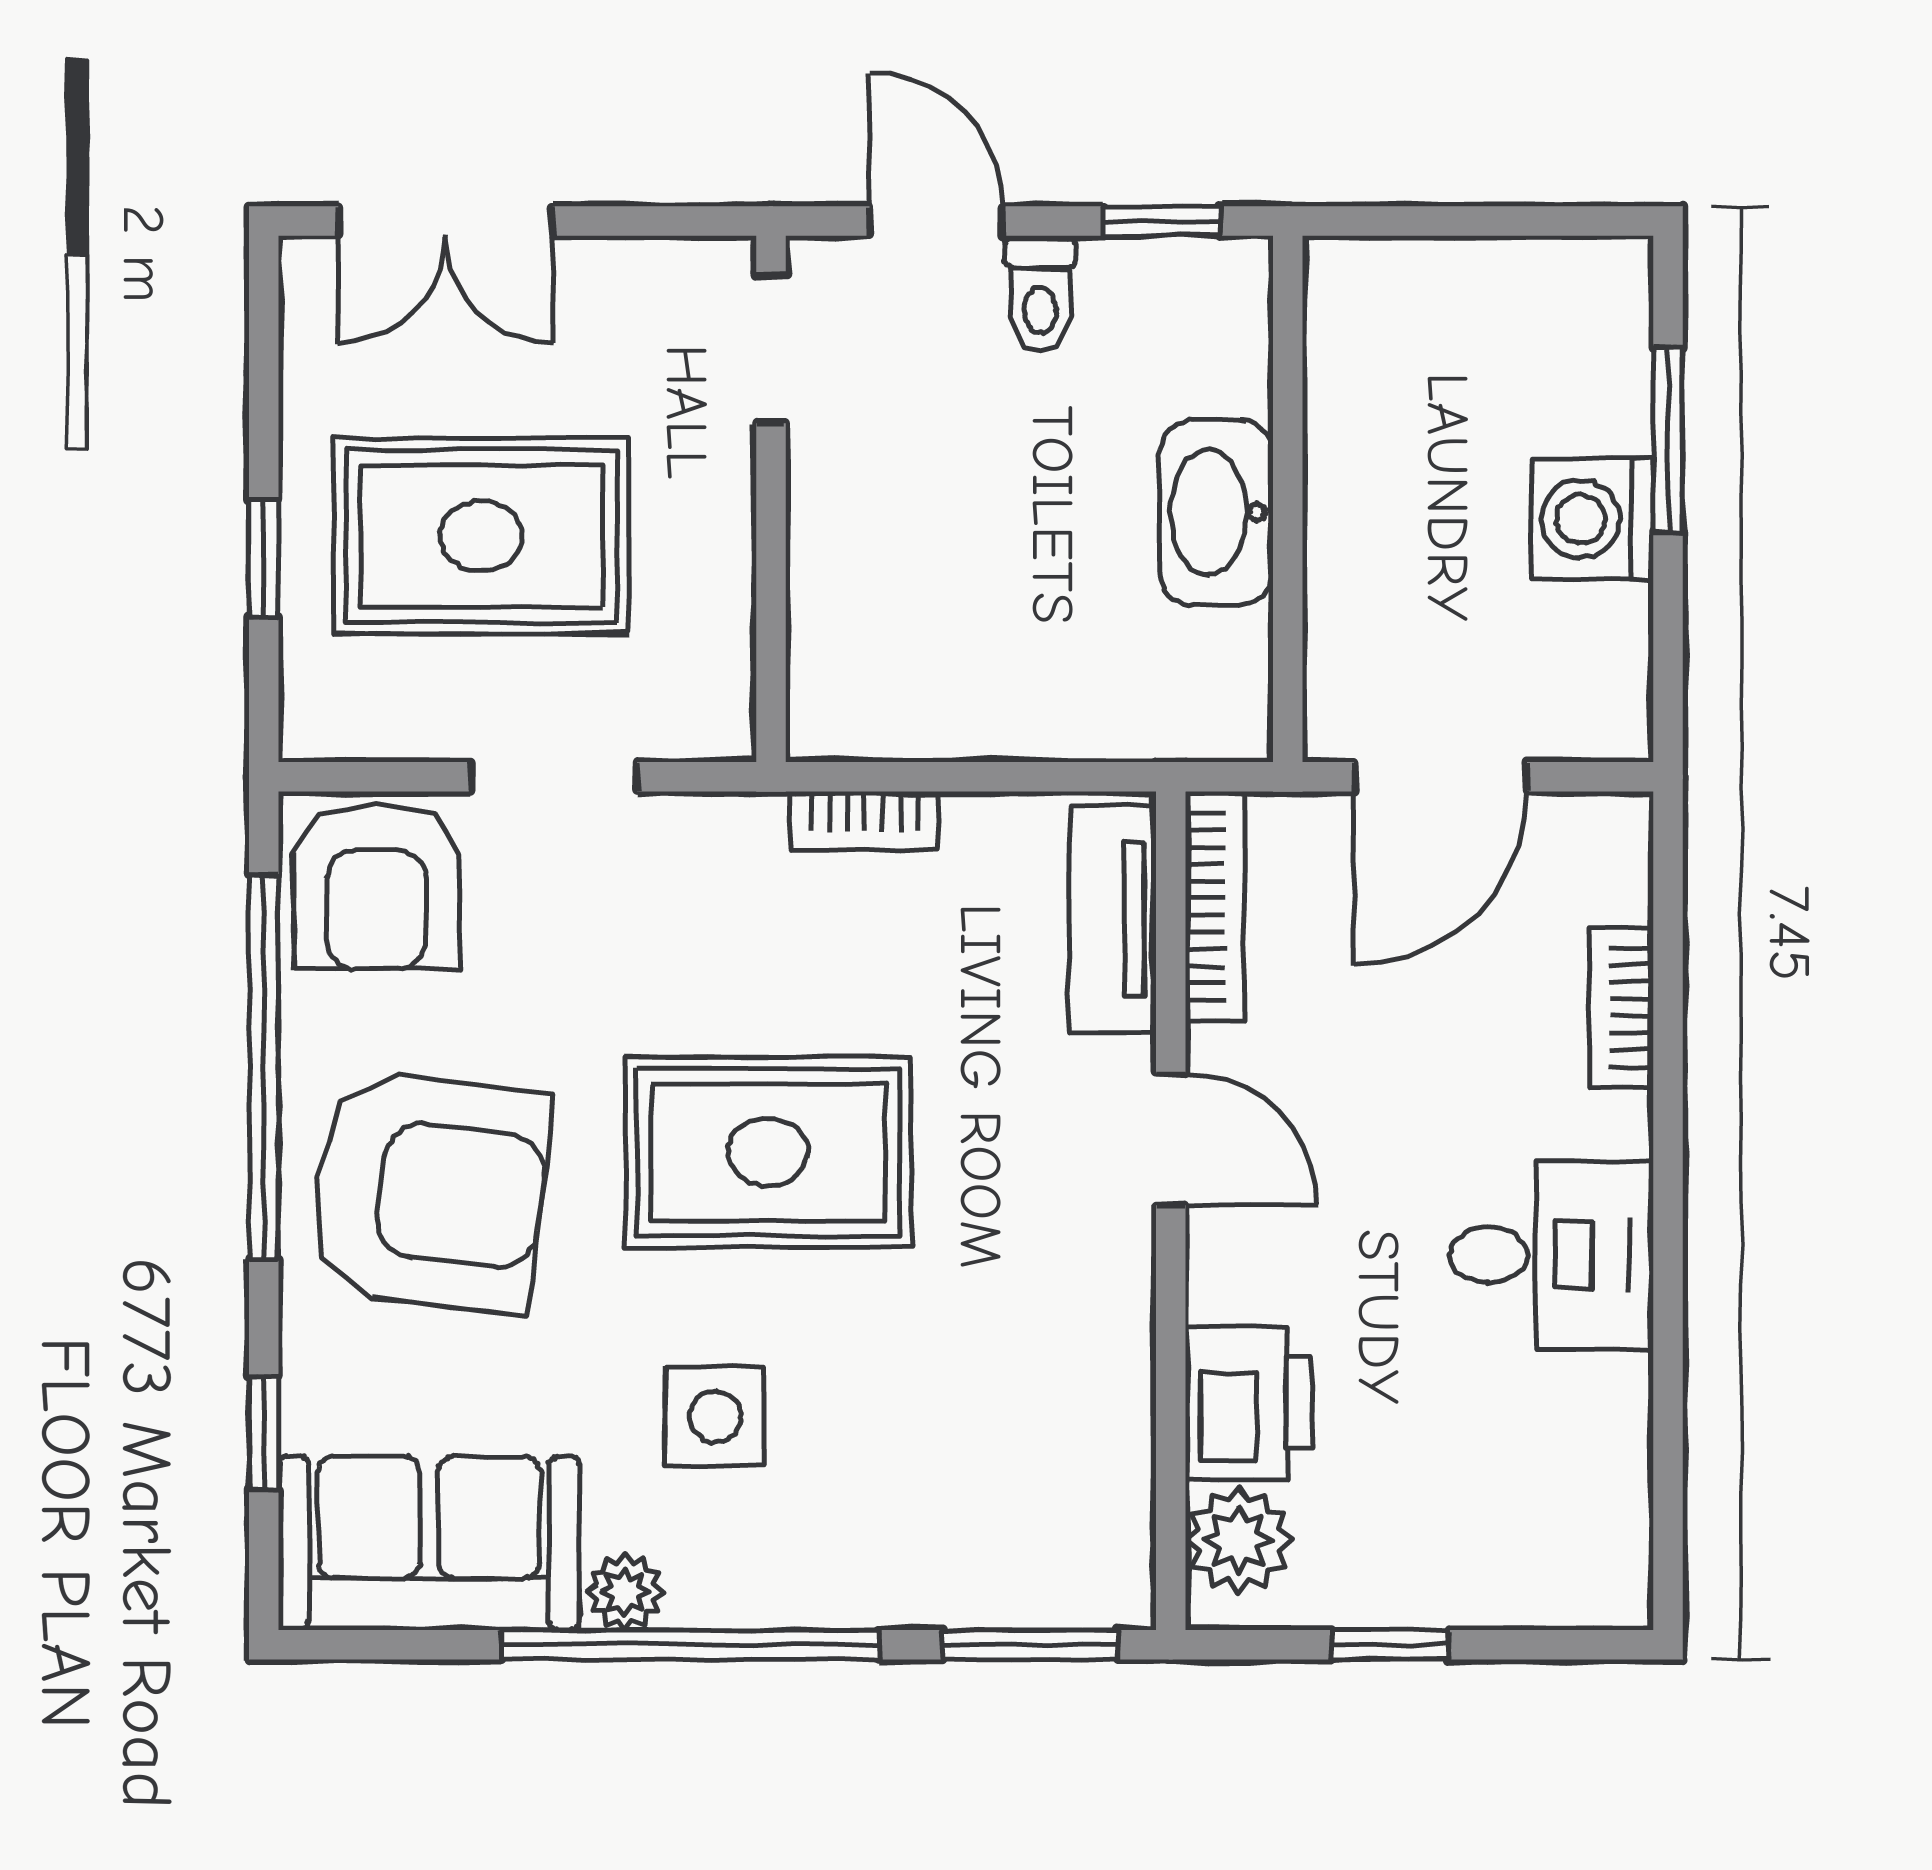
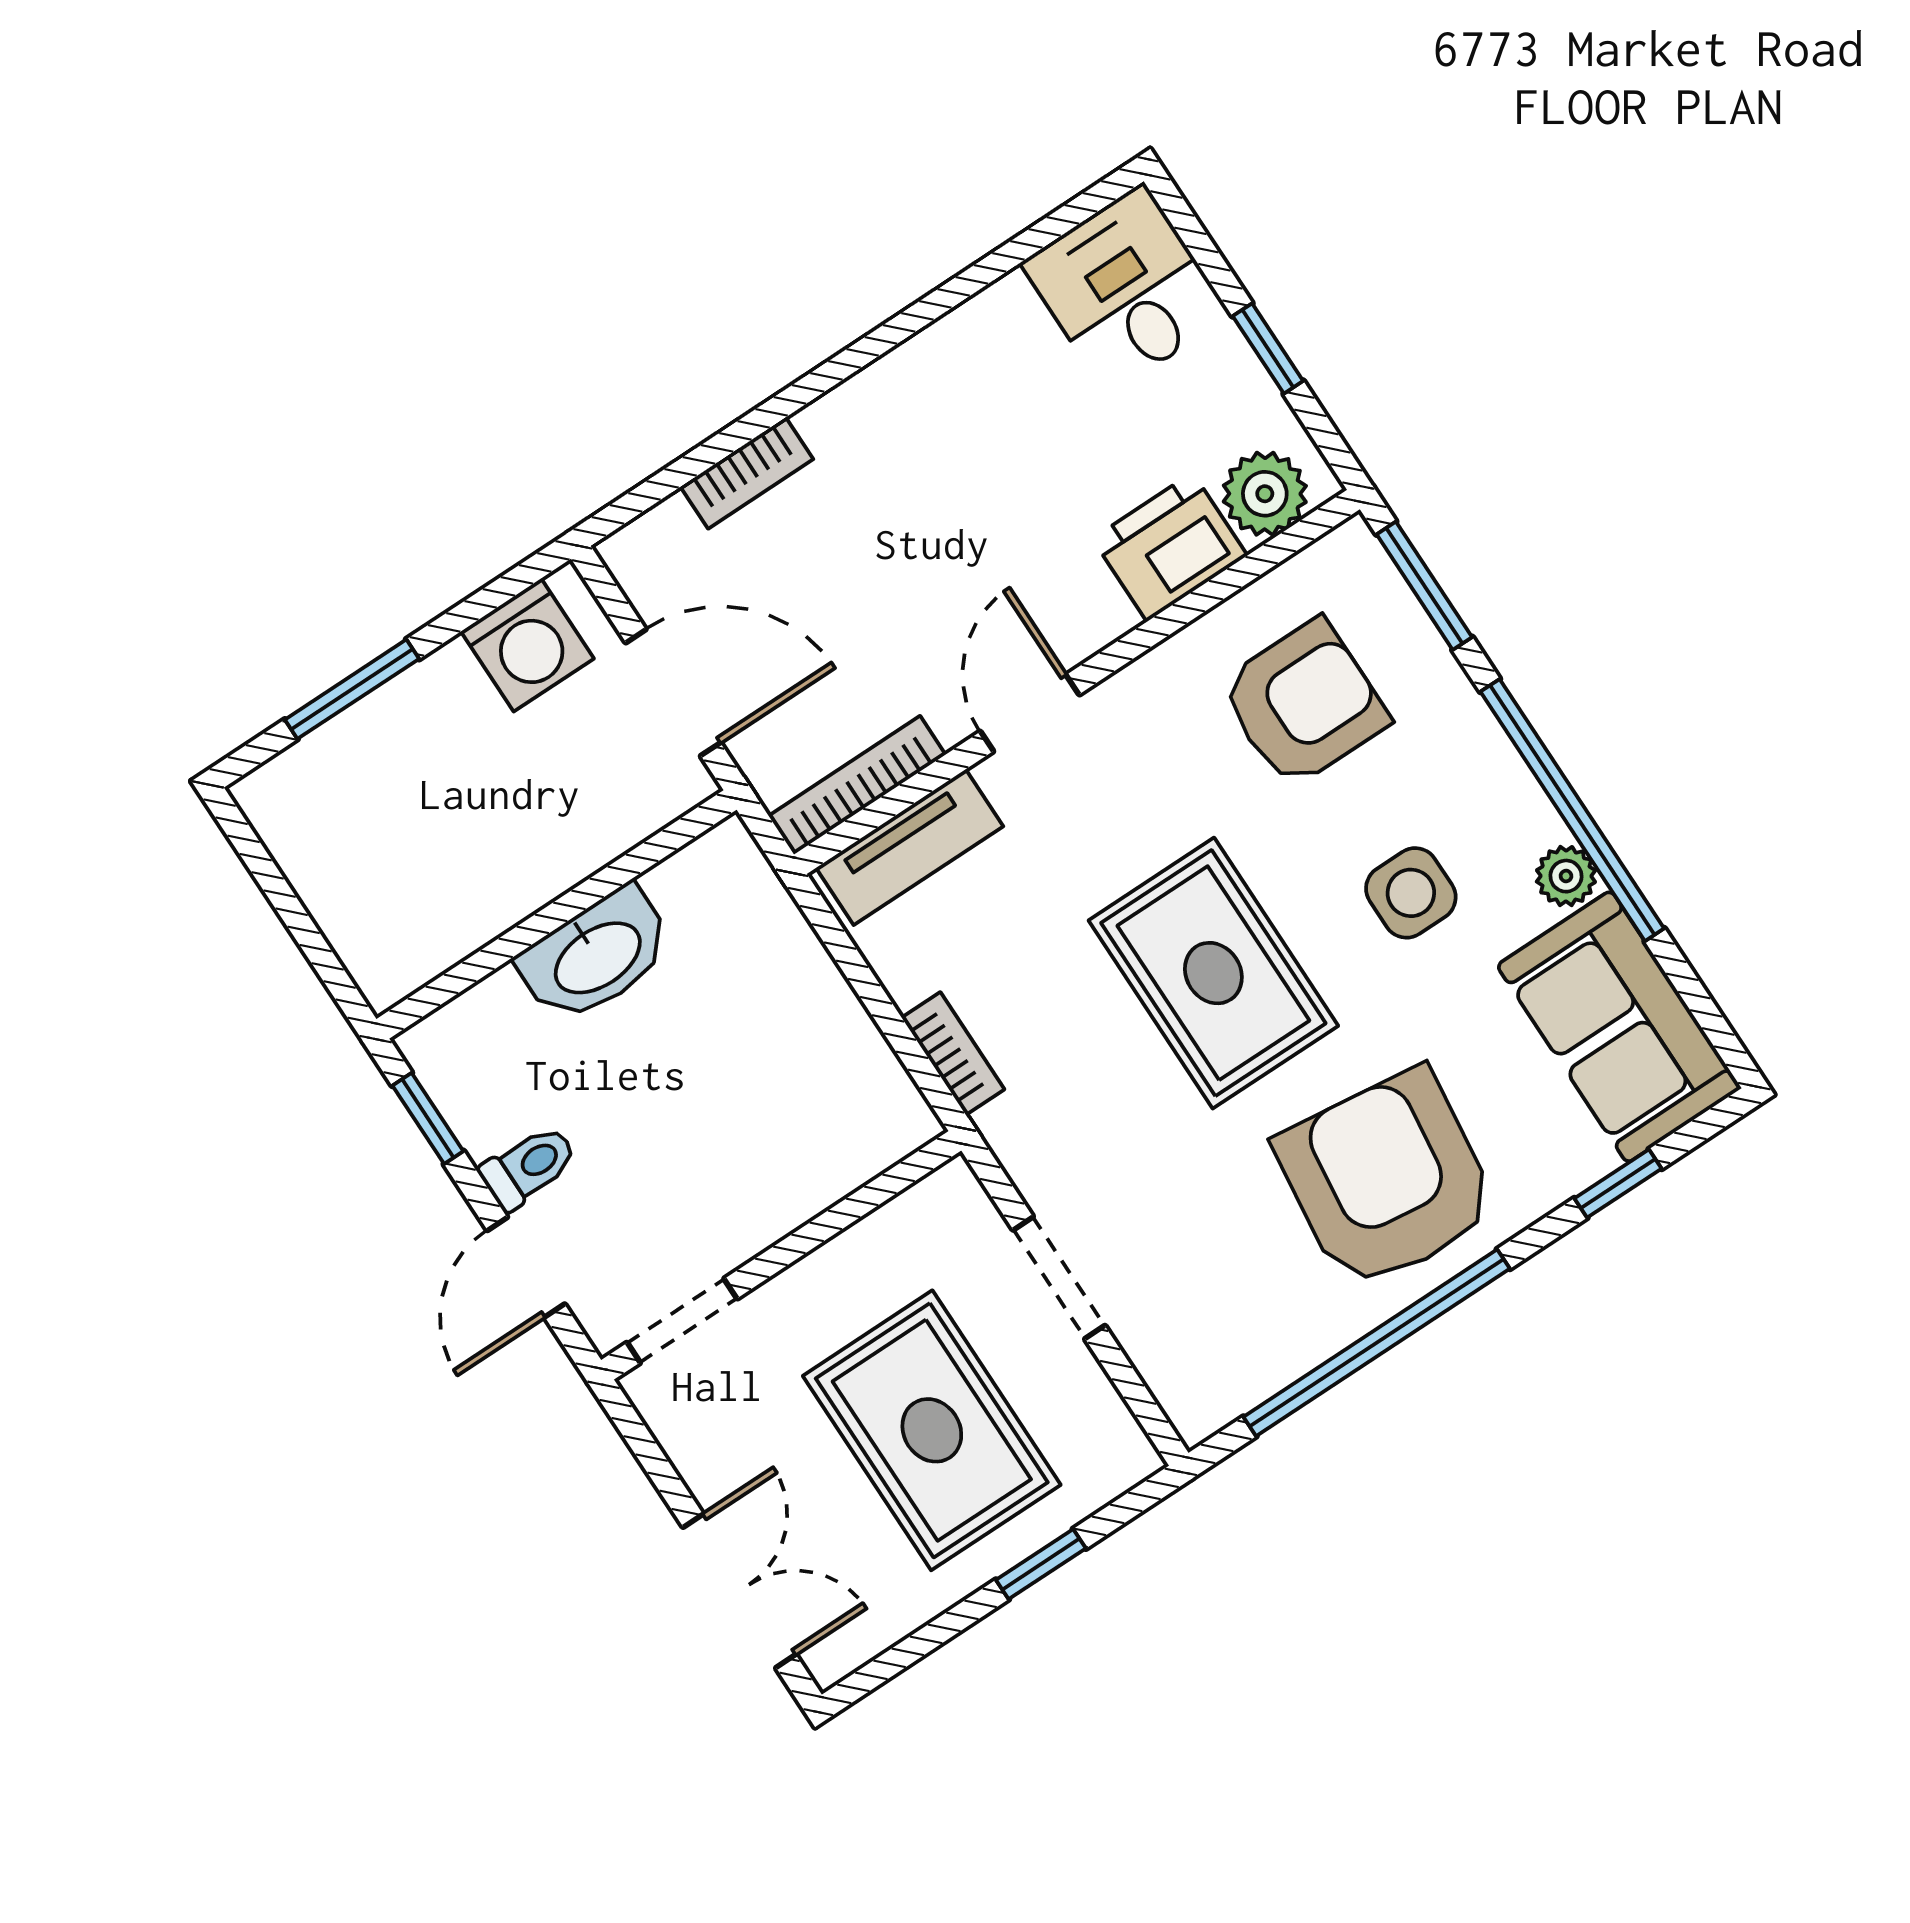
washing machine: (1592, 519) -> (527, 645), moved
armchair: (377, 886) -> (1304, 703), moved
desk: (1552, 1255) -> (1126, 289), moved

